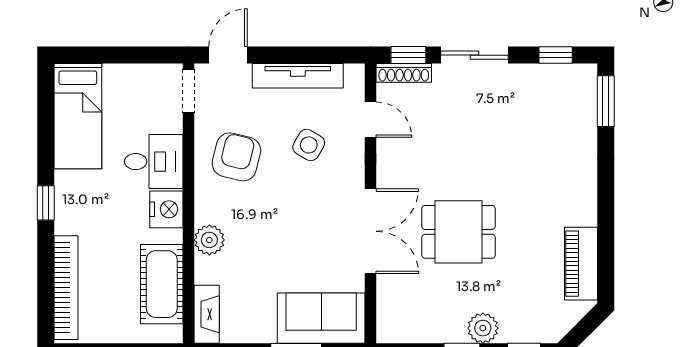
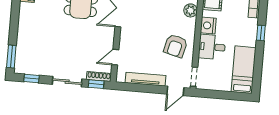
door: (371, 120) -> (115, 57), hinge flipped
side table: (309, 145) -> (143, 48), removed

